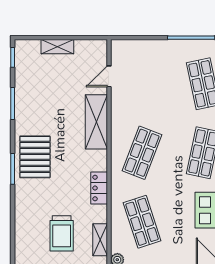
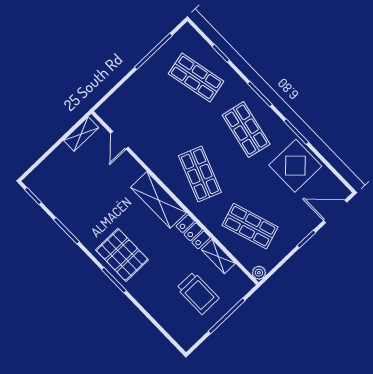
shelving: (57, 47) -> (81, 134), moved
shelving: (96, 122) -> (159, 200), moved
shelving: (100, 240) -> (218, 256), moved

